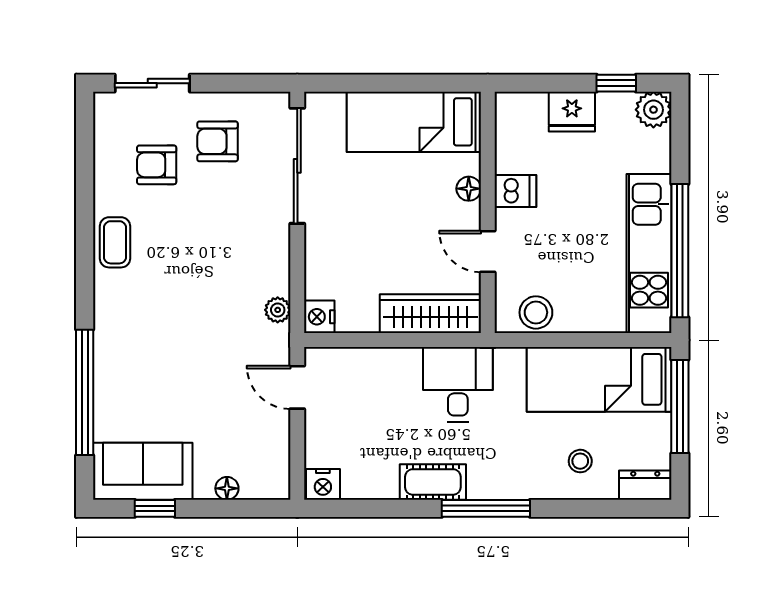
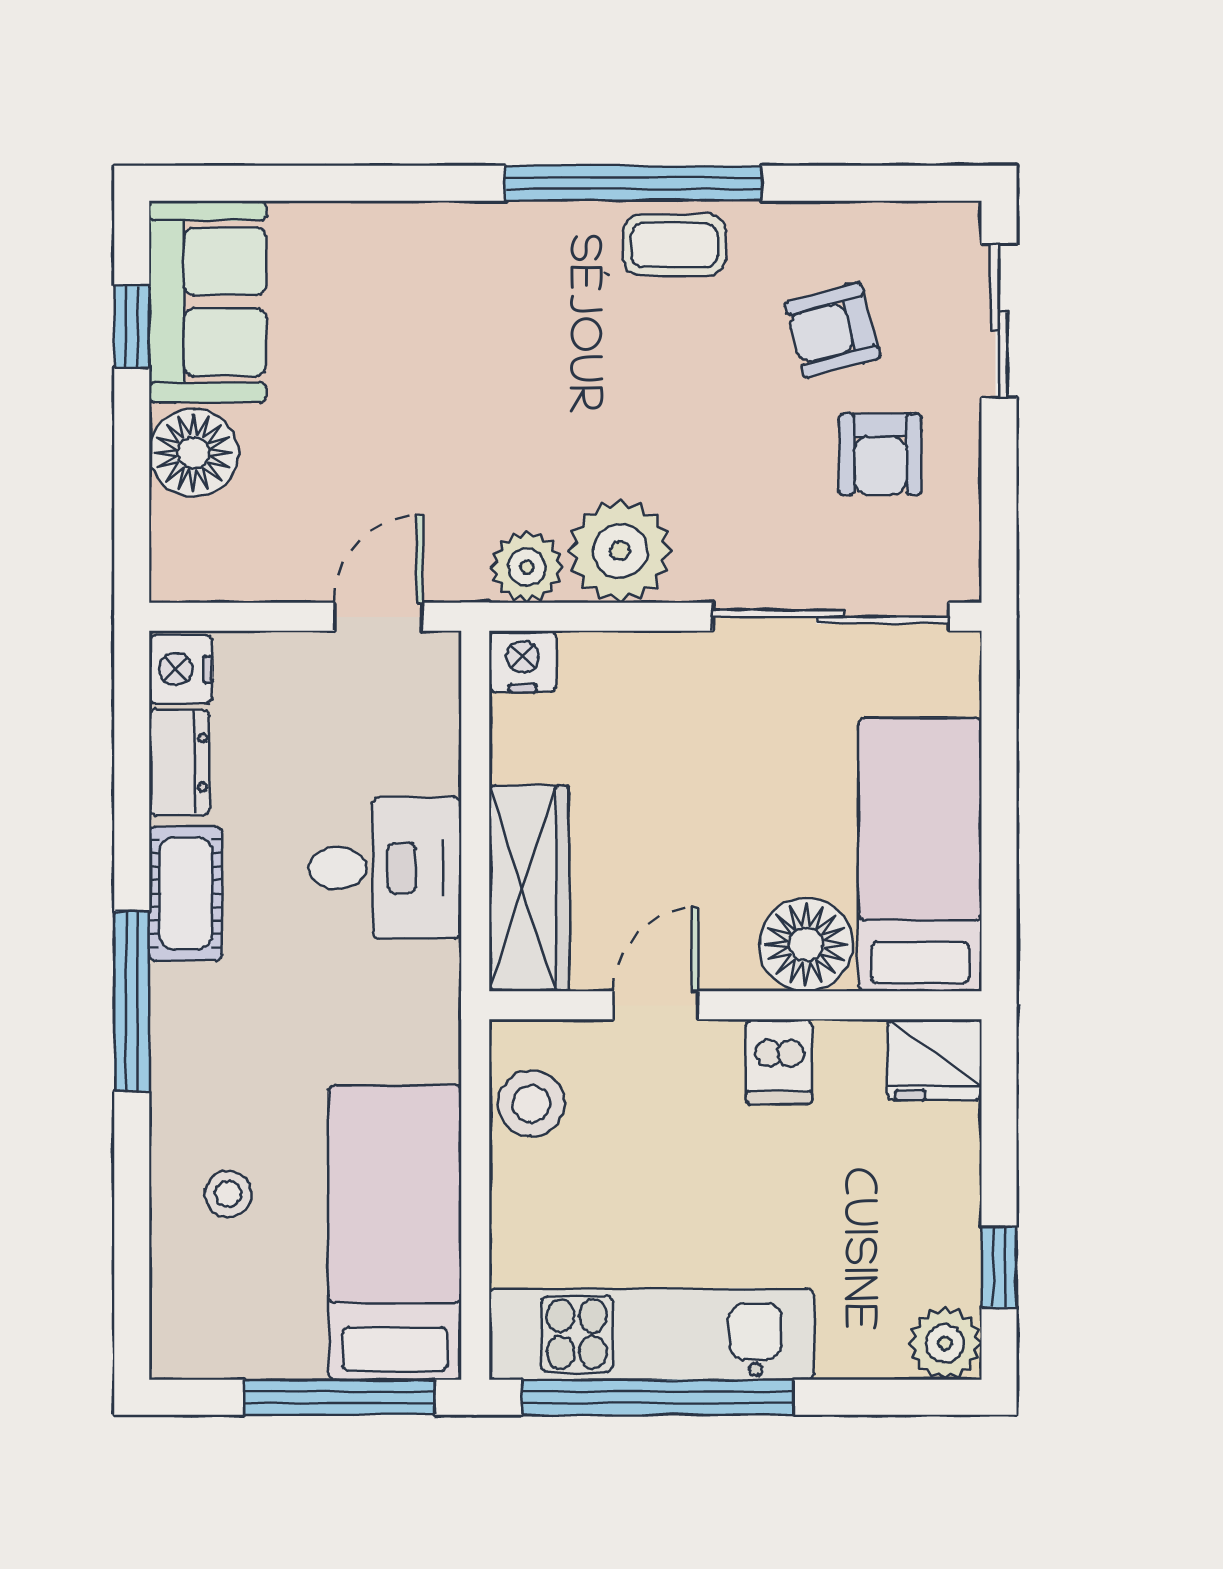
fridge: (572, 112) -> (934, 1060), moved, turned -90
armchair: (218, 141) -> (880, 454), turned 180
armchair: (157, 165) -> (832, 330), turned -105
floor lamp: (469, 189) -> (806, 944), width x1.89, depth x1.89
plant: (265, 269) -> (620, 551), added
plant: (278, 310) -> (527, 567), width x1.38, depth x1.38
desk: (458, 384) -> (385, 868), moved
window: (85, 392) -> (633, 183), moved
dresser: (645, 485) -> (179, 762), moved
floor lamp: (227, 488) -> (193, 453), width x1.89, depth x1.89

